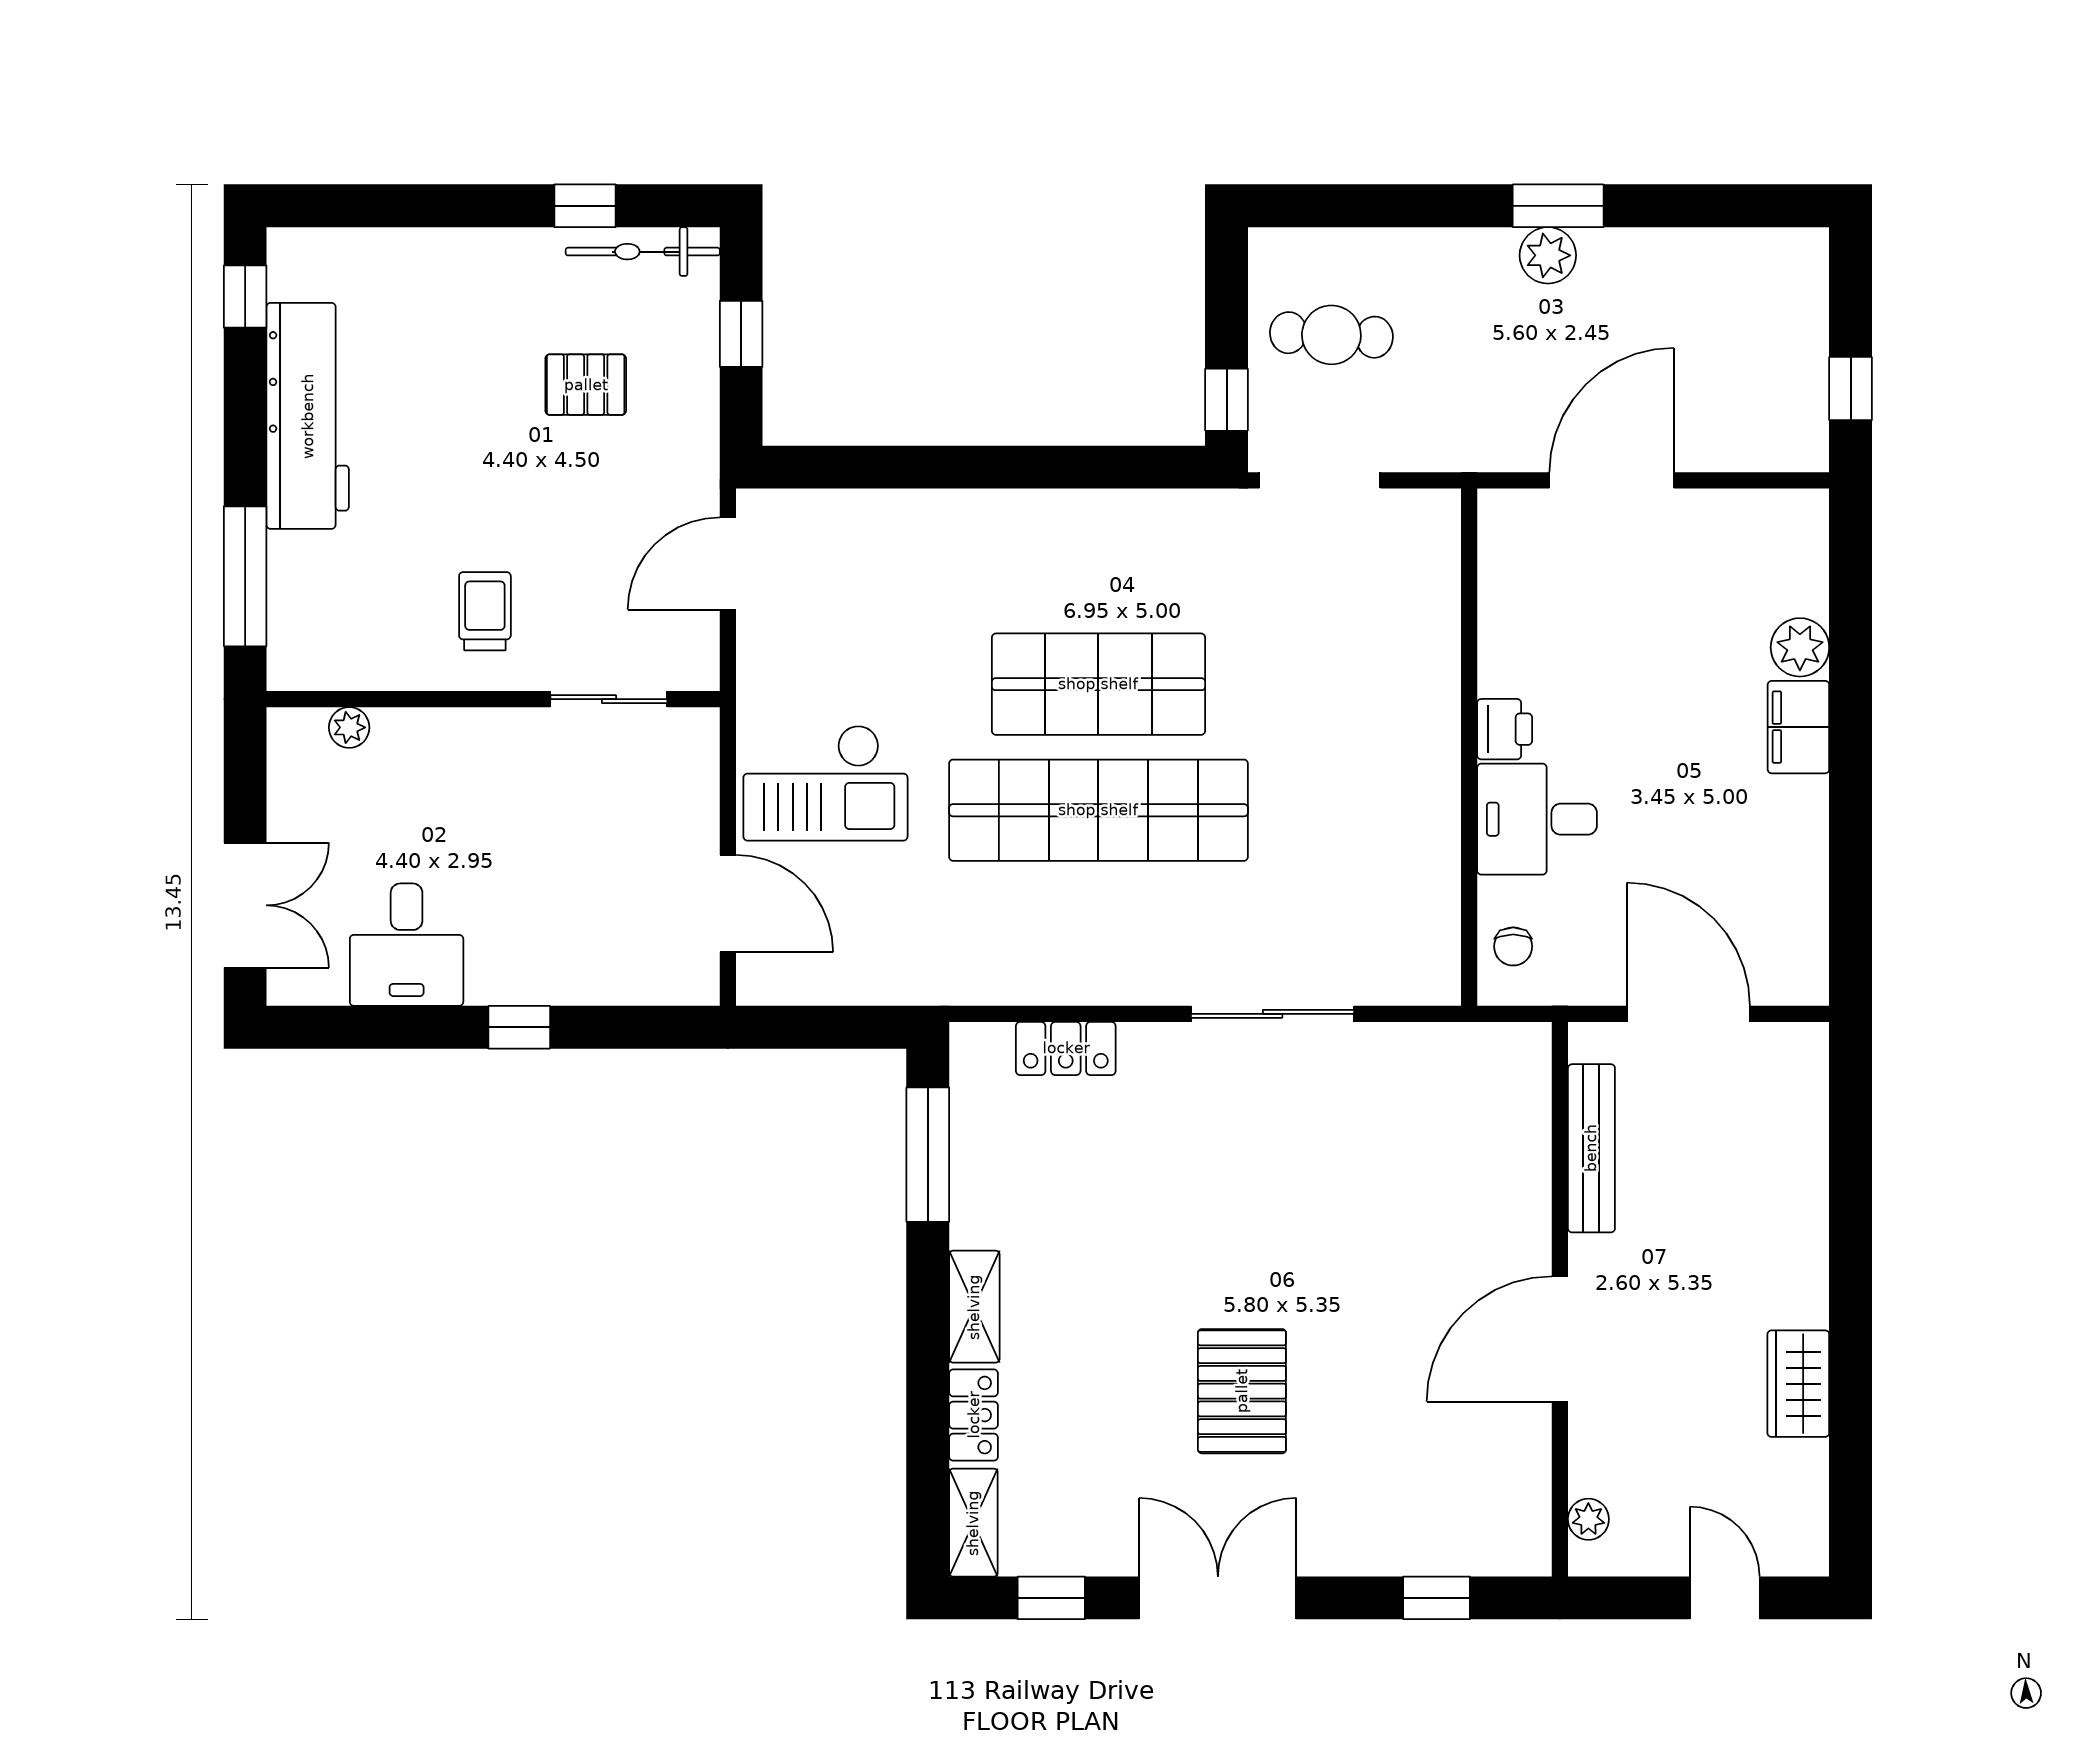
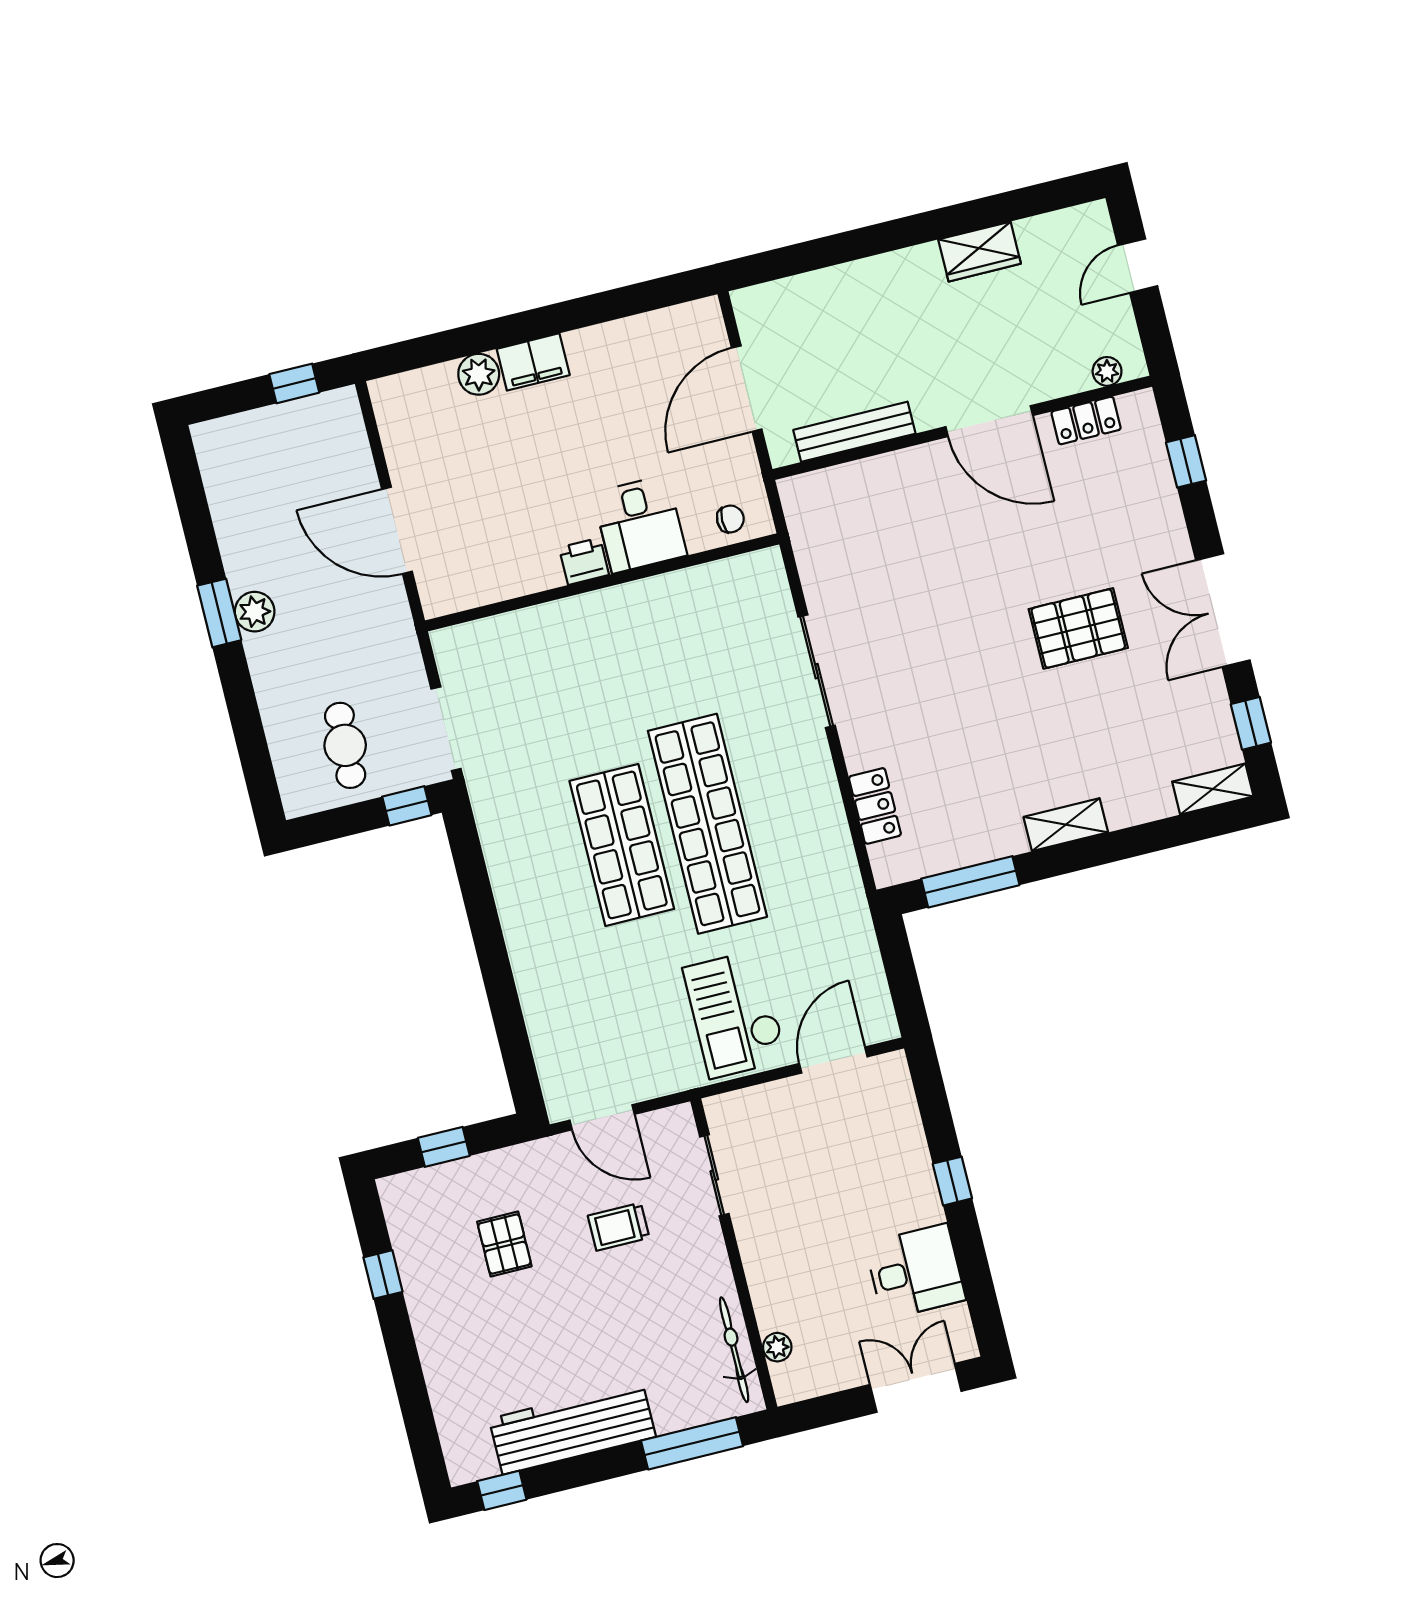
bicycle: (643, 252) -> (734, 1350), moved, turned 180
trolley: (485, 611) -> (619, 1227), moved
checkout: (825, 783) -> (735, 1014), turned 180
locker: (974, 1415) -> (1086, 421), moved, turned 180

